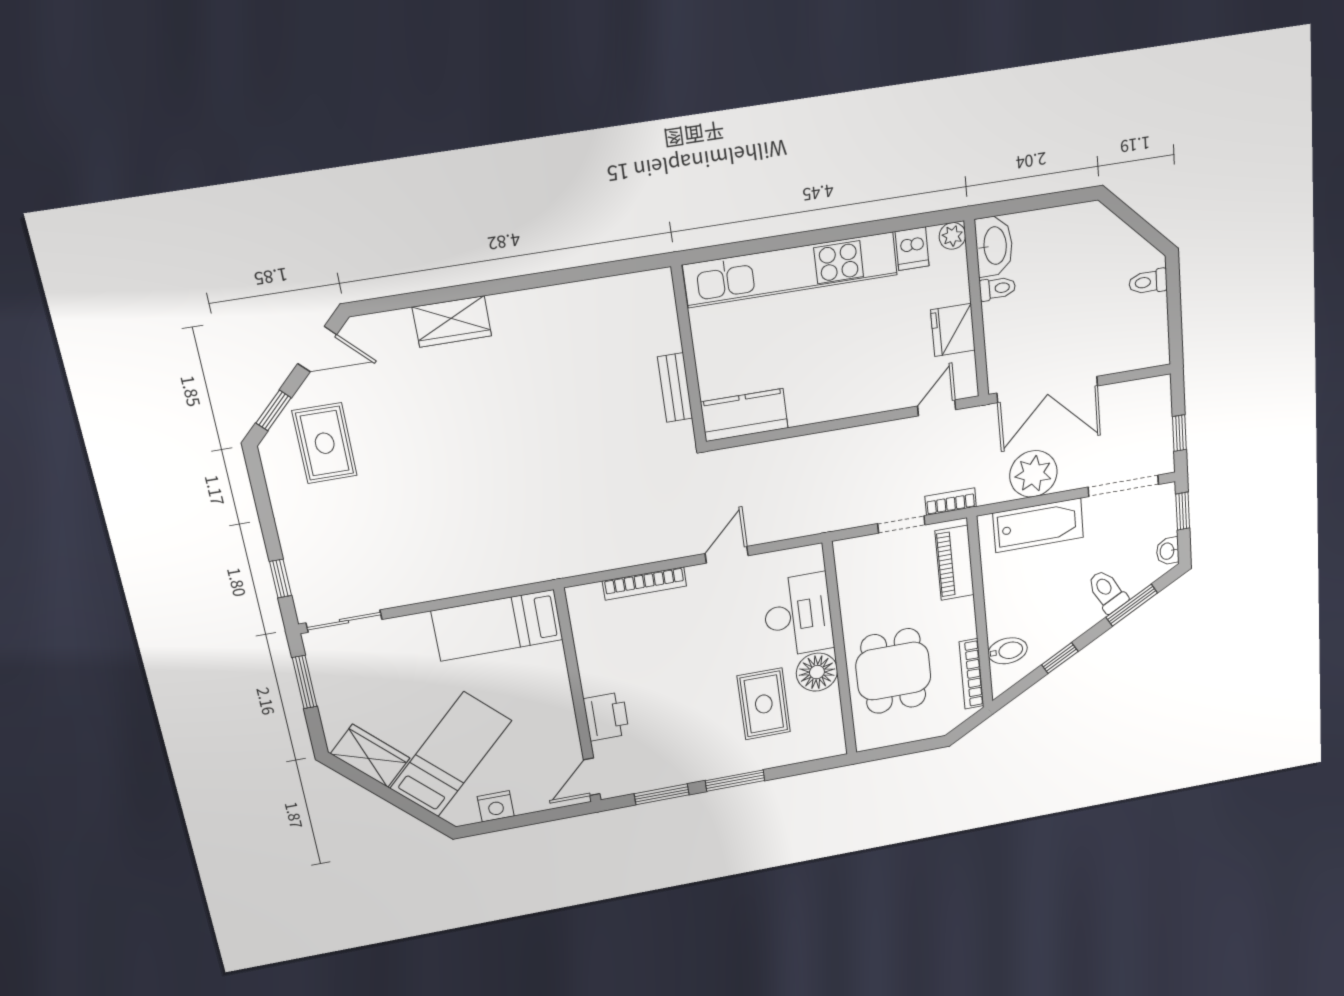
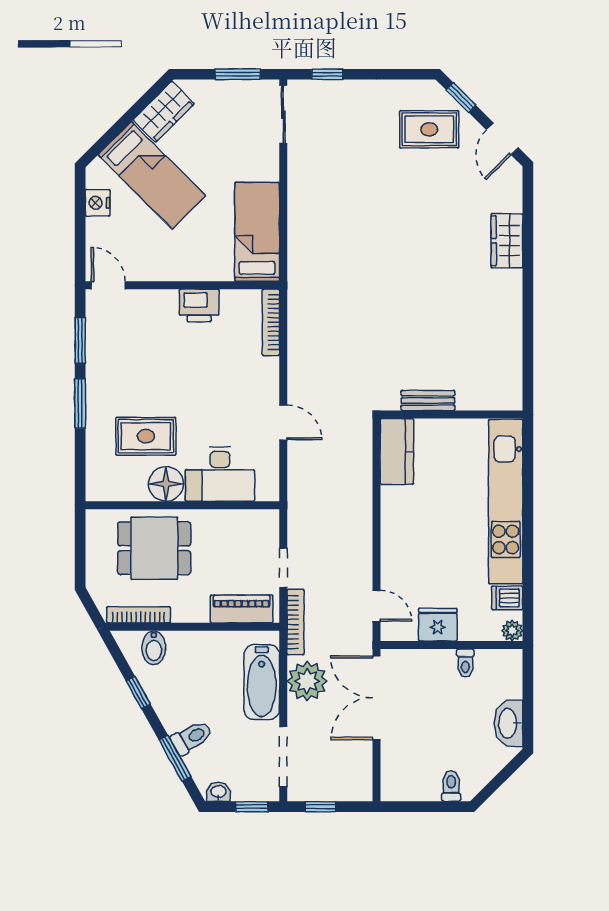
washbasin: (994, 246) -> (508, 723), moved, turned 90
bookcase: (951, 502) -> (296, 622), width x1.56
bookcase: (644, 583) -> (271, 322), moved
printer: (606, 717) -> (199, 305), moved

